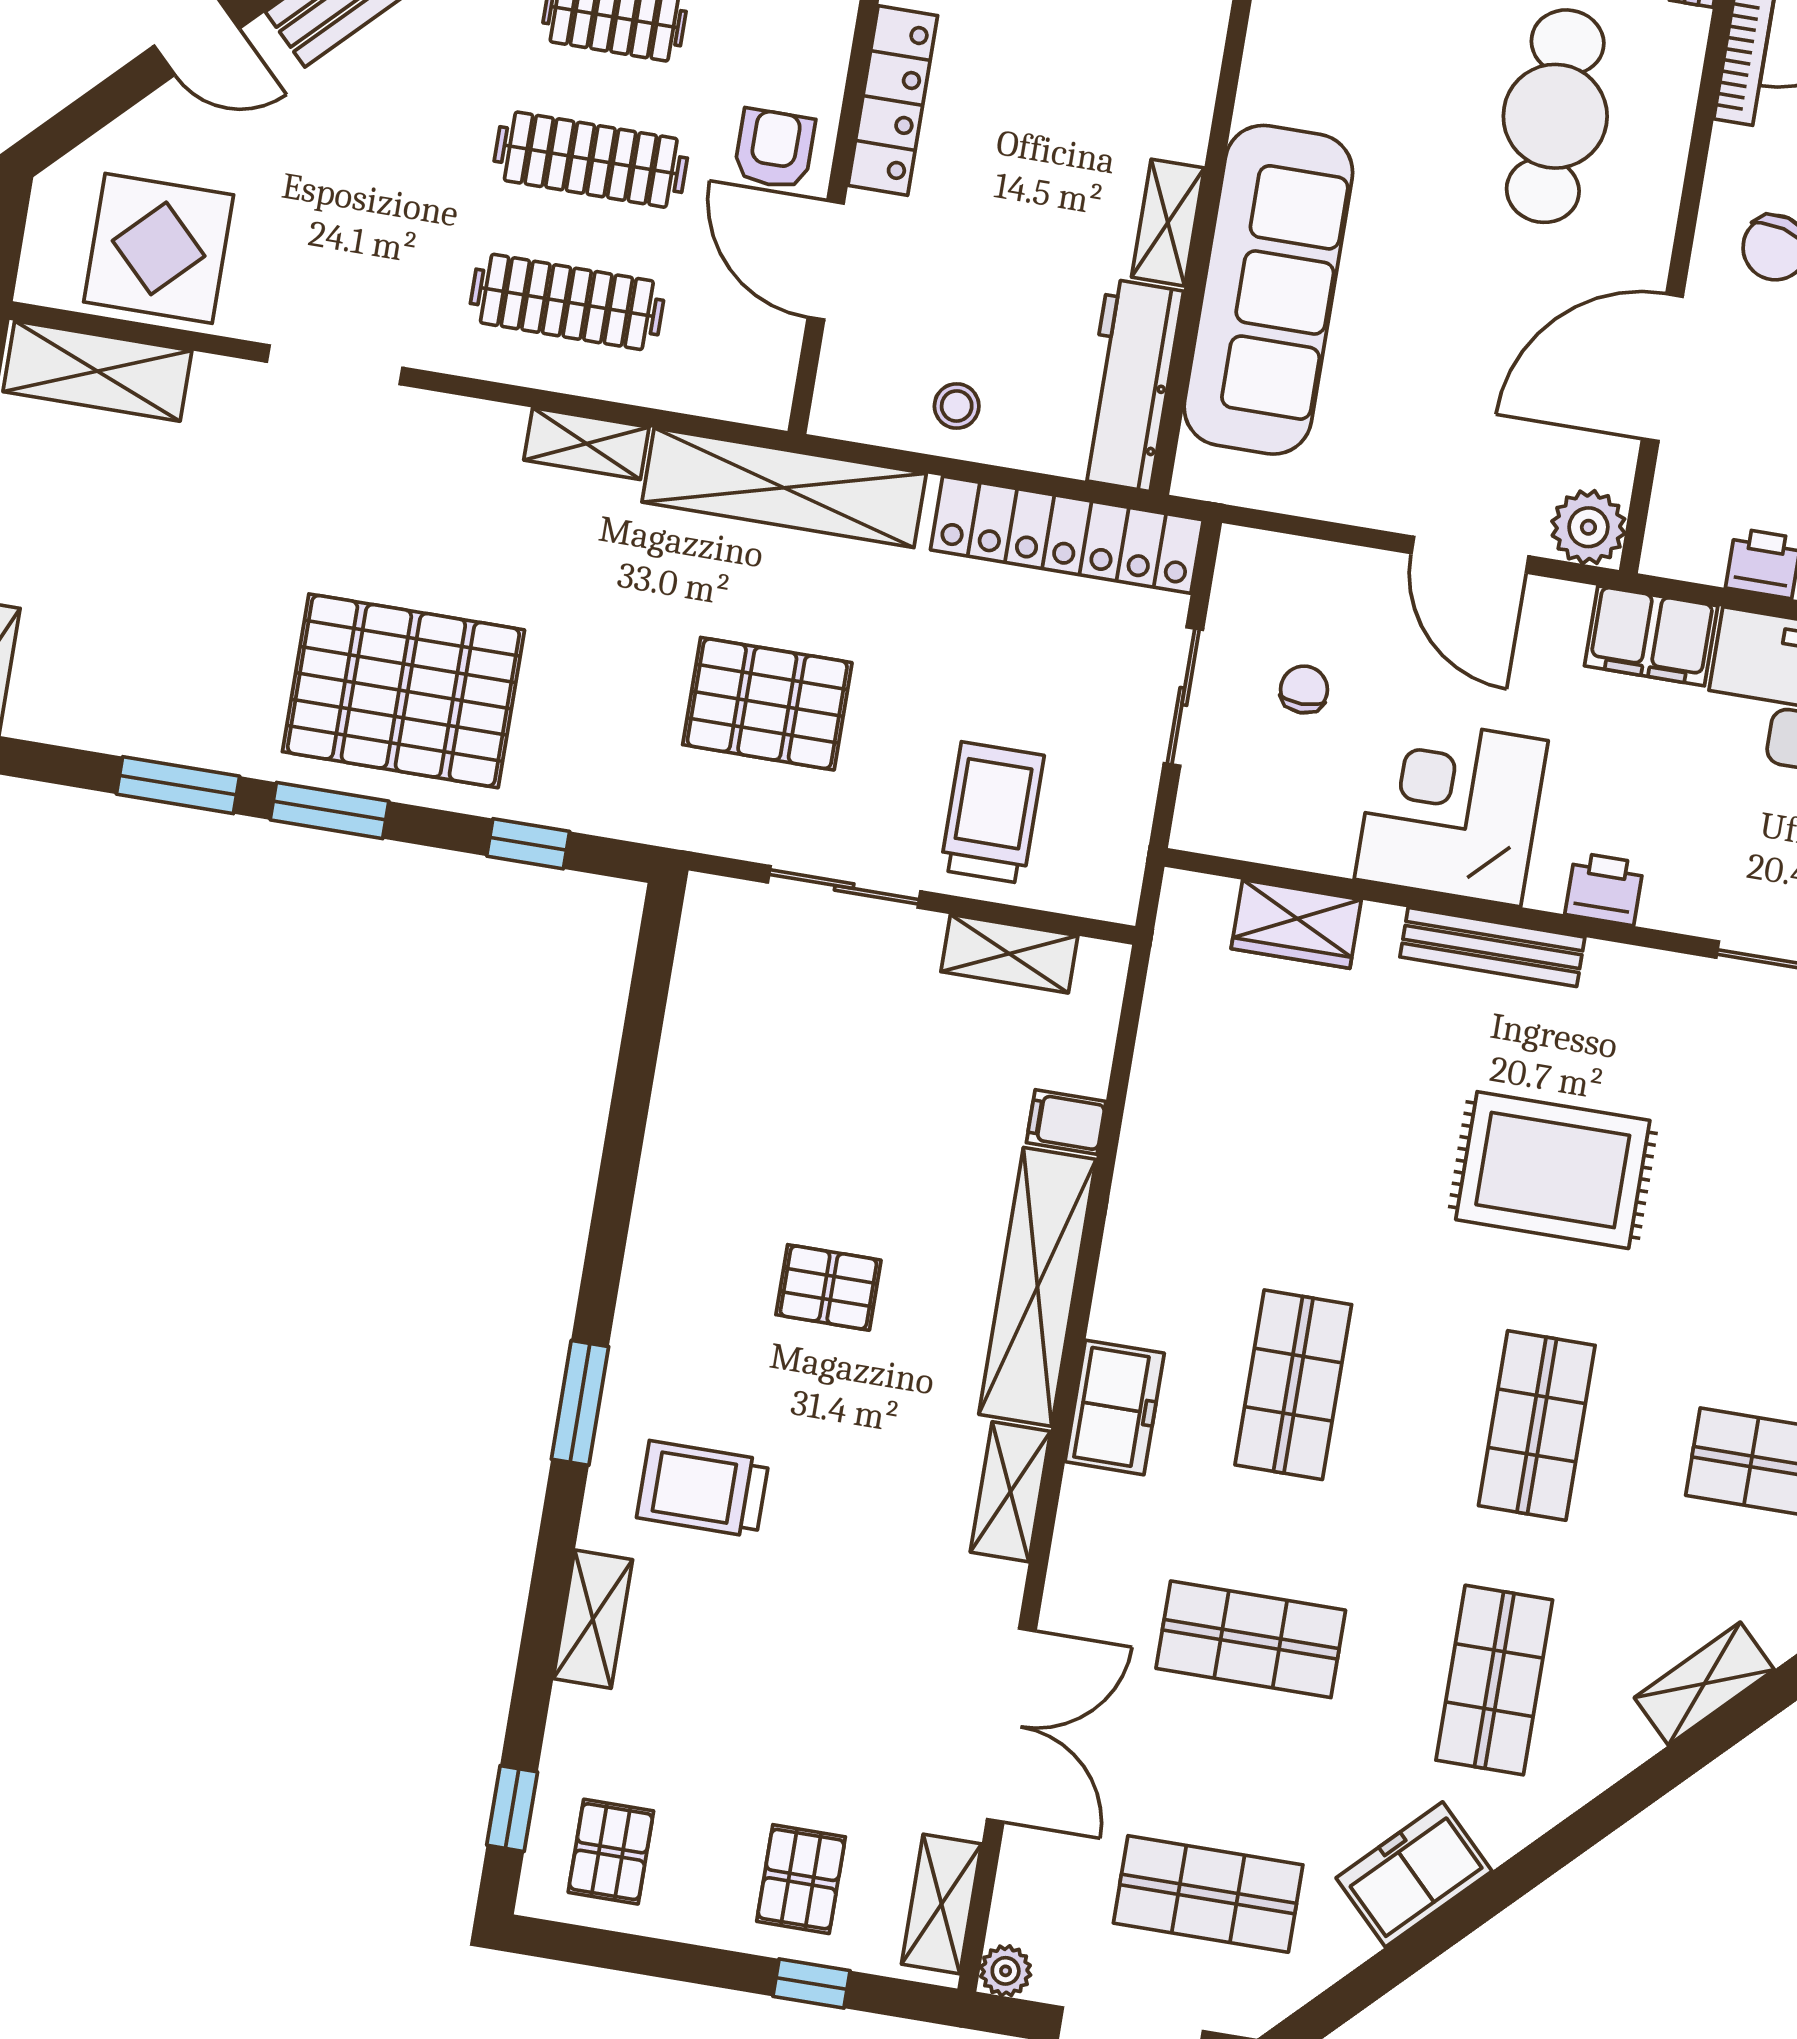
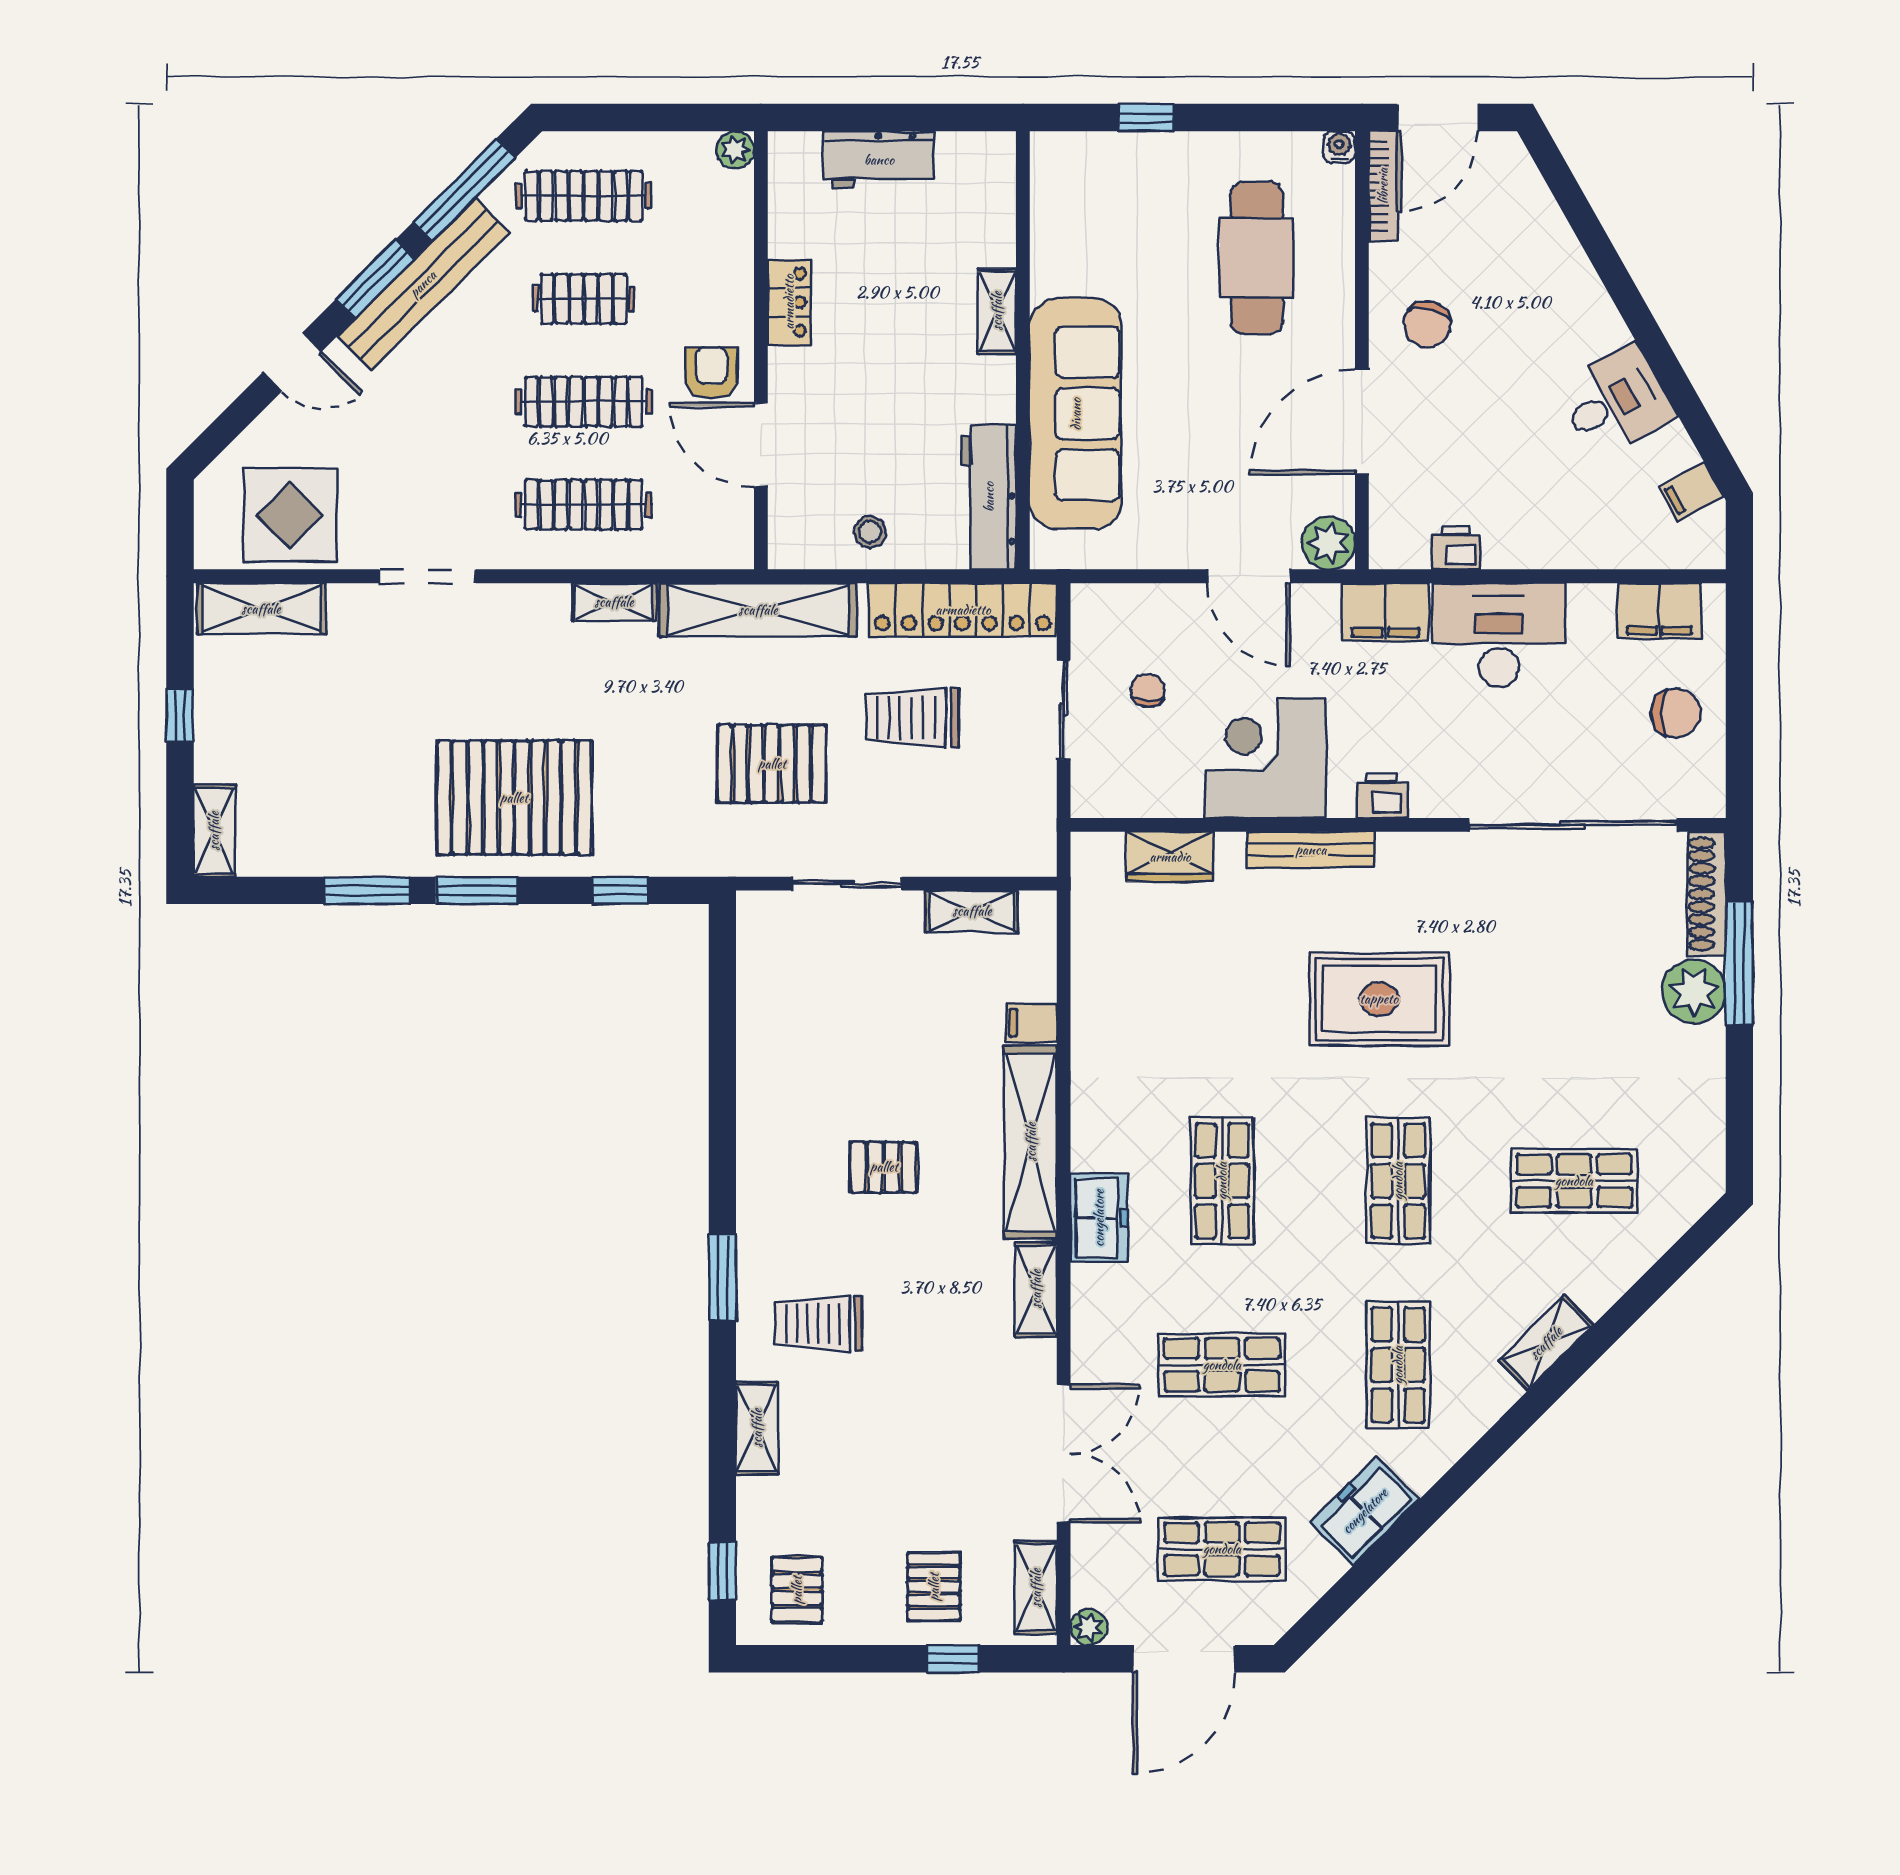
locker: (893, 100) -> (789, 302), width x0.66
shelving: (1168, 223) -> (997, 311), moved
trolley: (992, 813) -> (912, 718), moved, turned -90

